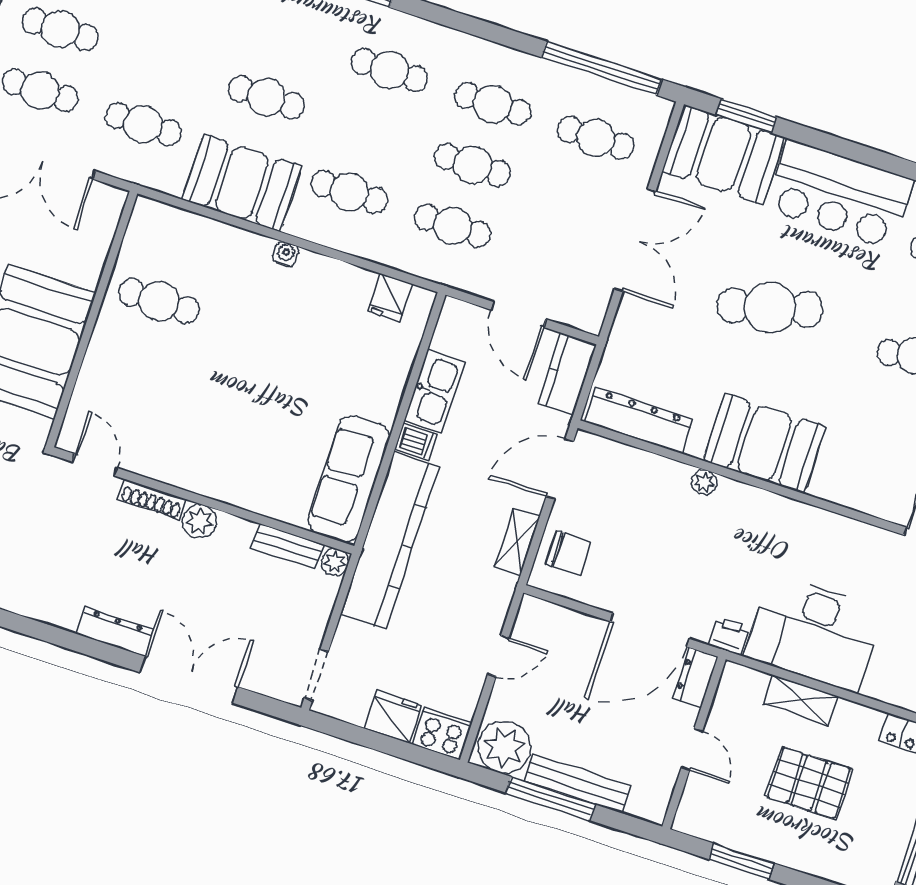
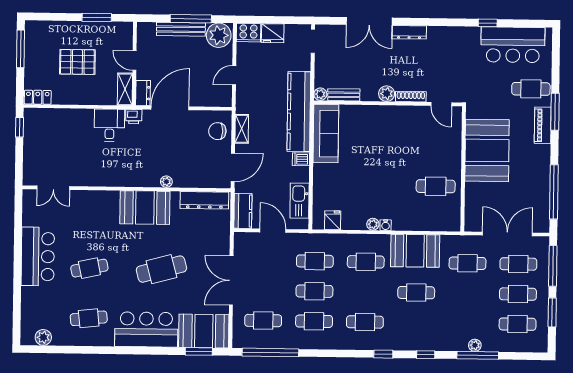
plant: (311, 264) -> (373, 224), added
kitchen sink: (435, 391) -> (300, 201), moved
desk: (814, 633) -> (110, 125), width x0.53, depth x0.77
shelving: (801, 700) -> (125, 89), moved, turned 90

